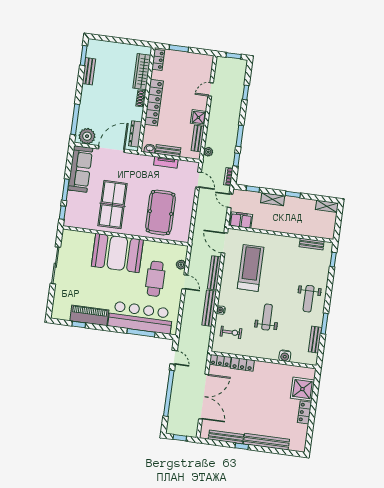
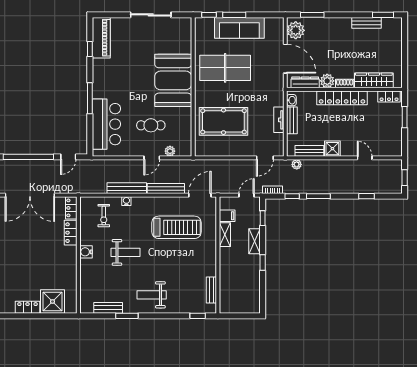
plant: (137, 114) -> (327, 81), added
window: (75, 119) -> (312, 15), width x0.69
sofa: (80, 169) -> (239, 28), moved
shelving: (327, 206) -> (225, 235), moved
filing cabinet: (241, 220) -> (227, 216), width x0.50
cafe table: (155, 279) -> (151, 125), width x0.73, depth x0.74
piano: (89, 315) -> (101, 38), moved
bar counter: (140, 318) -> (106, 124), width x0.73
window: (141, 333) -> (90, 98), moved
water cooler: (285, 356) -> (86, 252), moved

